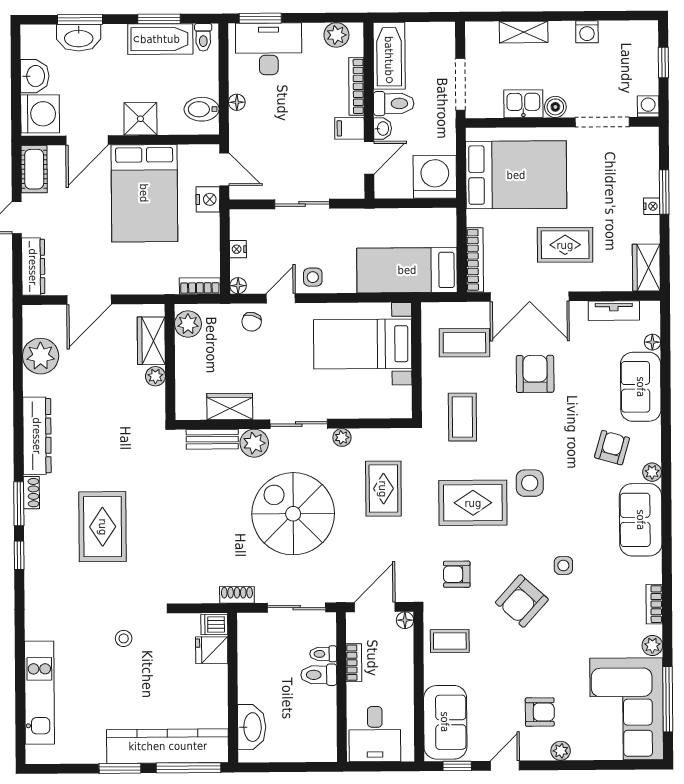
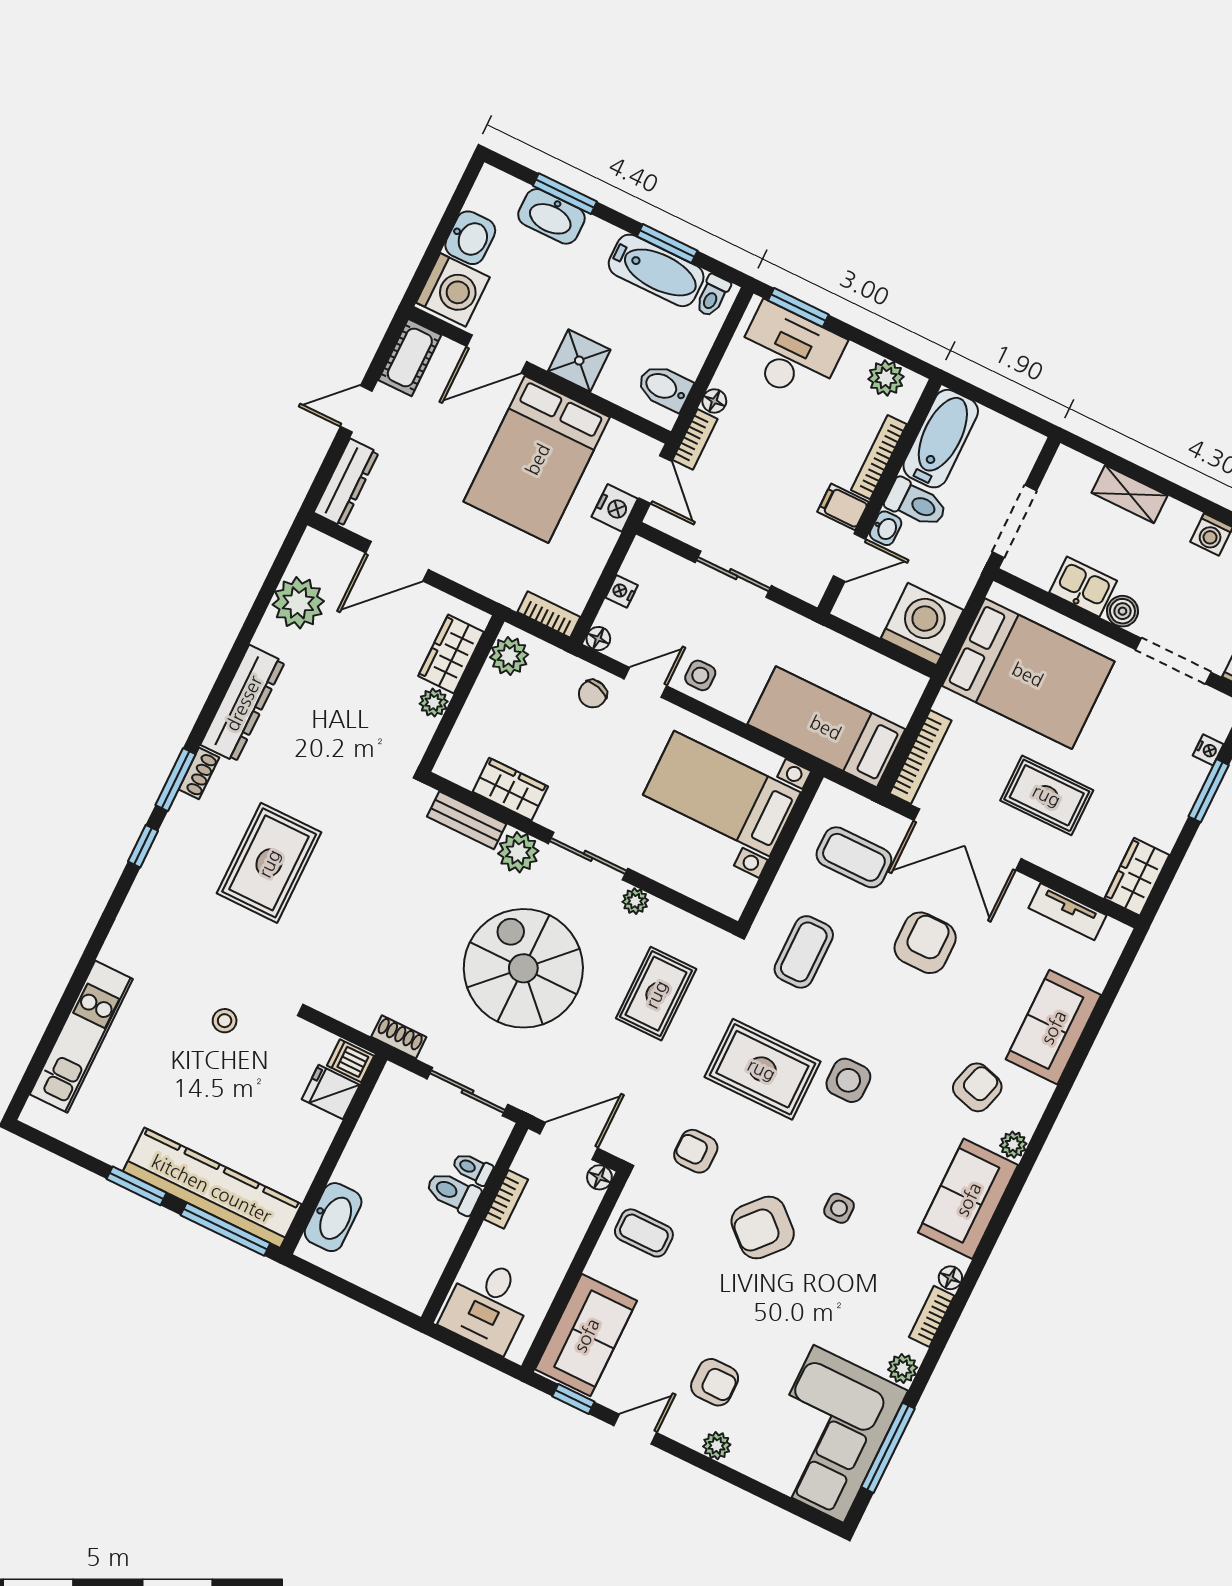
bookcase: (237, 132) -> (695, 439), added
nightstand: (652, 206) -> (1208, 750), moved
floor lamp: (652, 342) -> (950, 1278), moved

